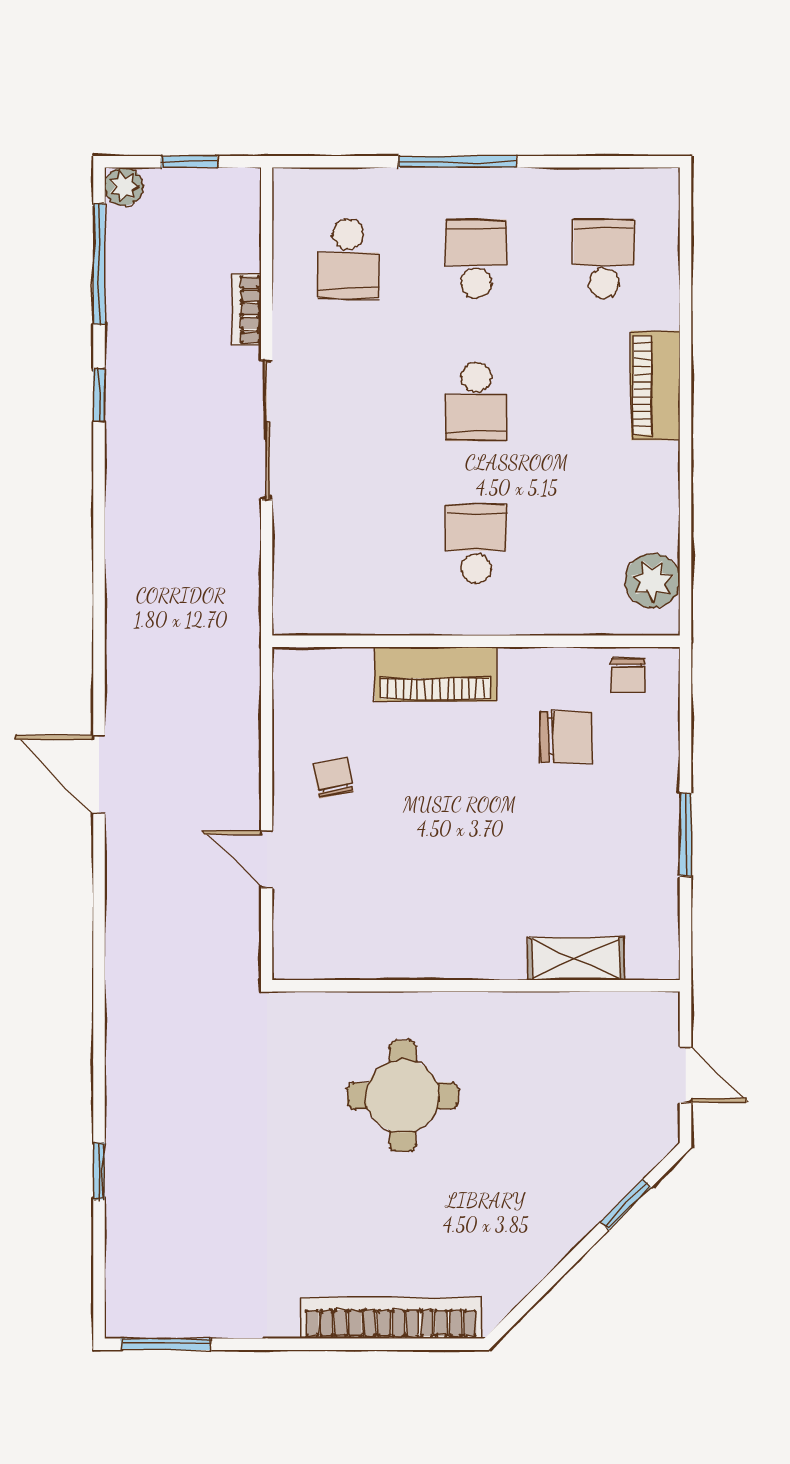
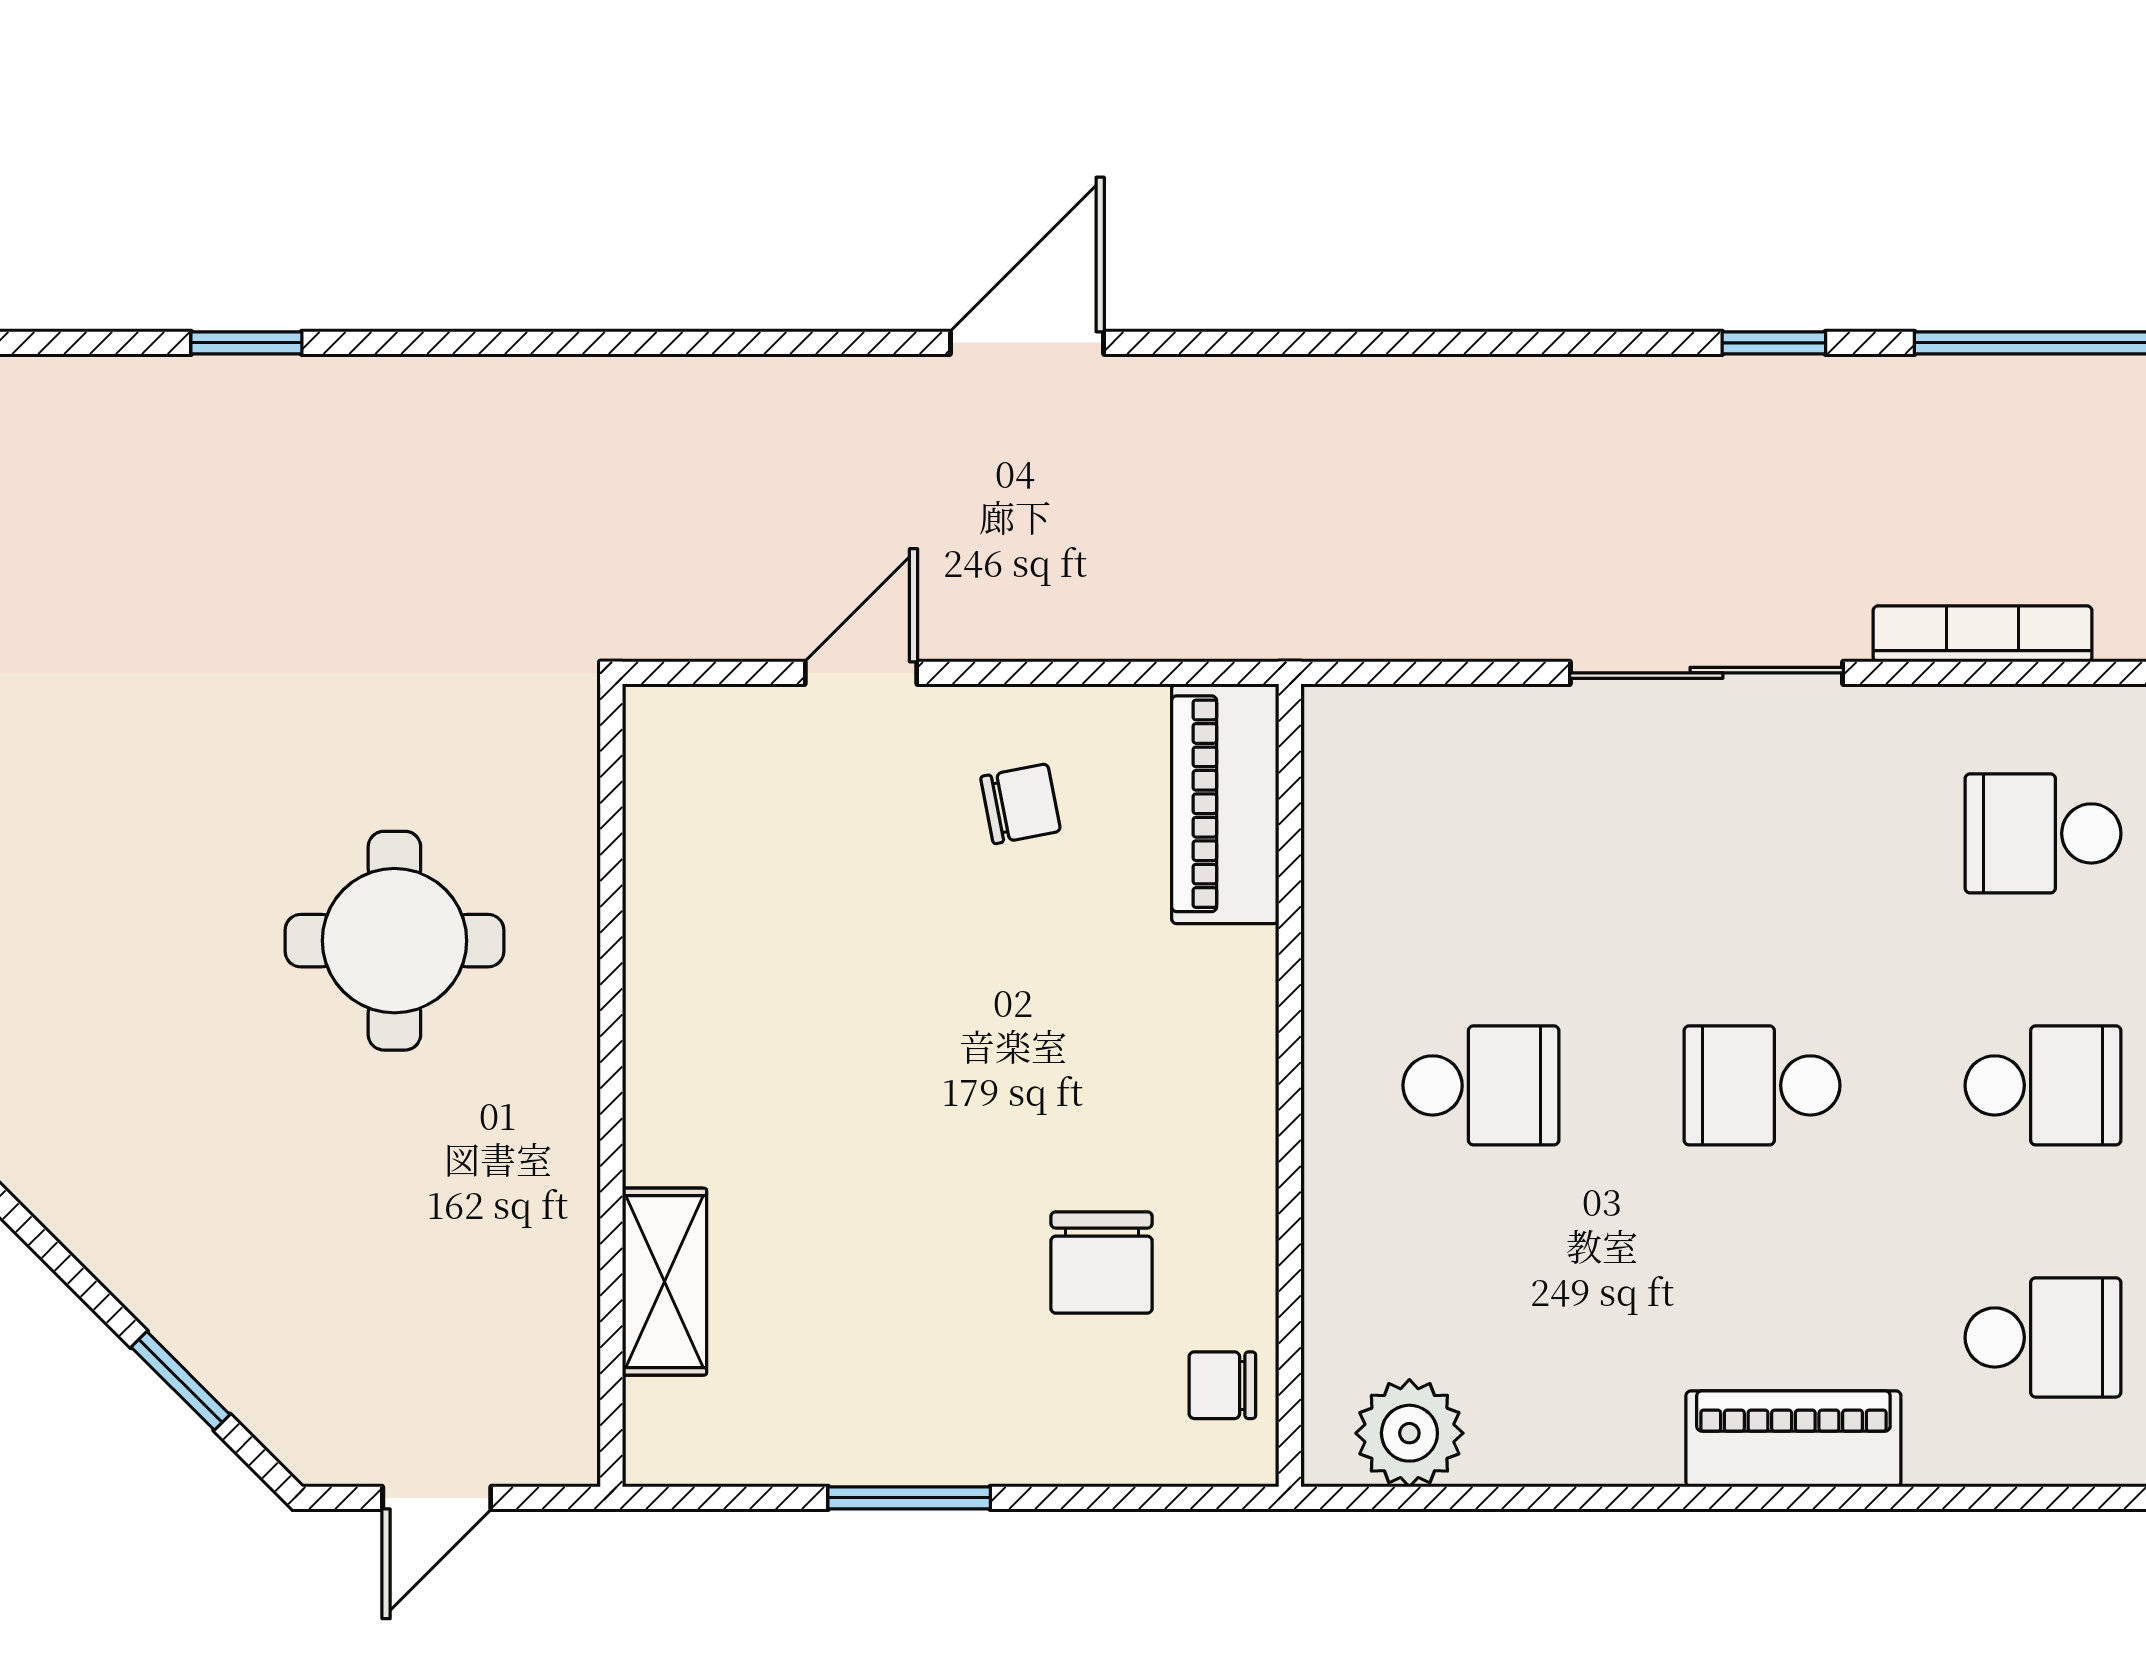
bookcase: (247, 310) -> (1983, 634), width x1.56
piano: (436, 674) -> (1225, 804), moved

